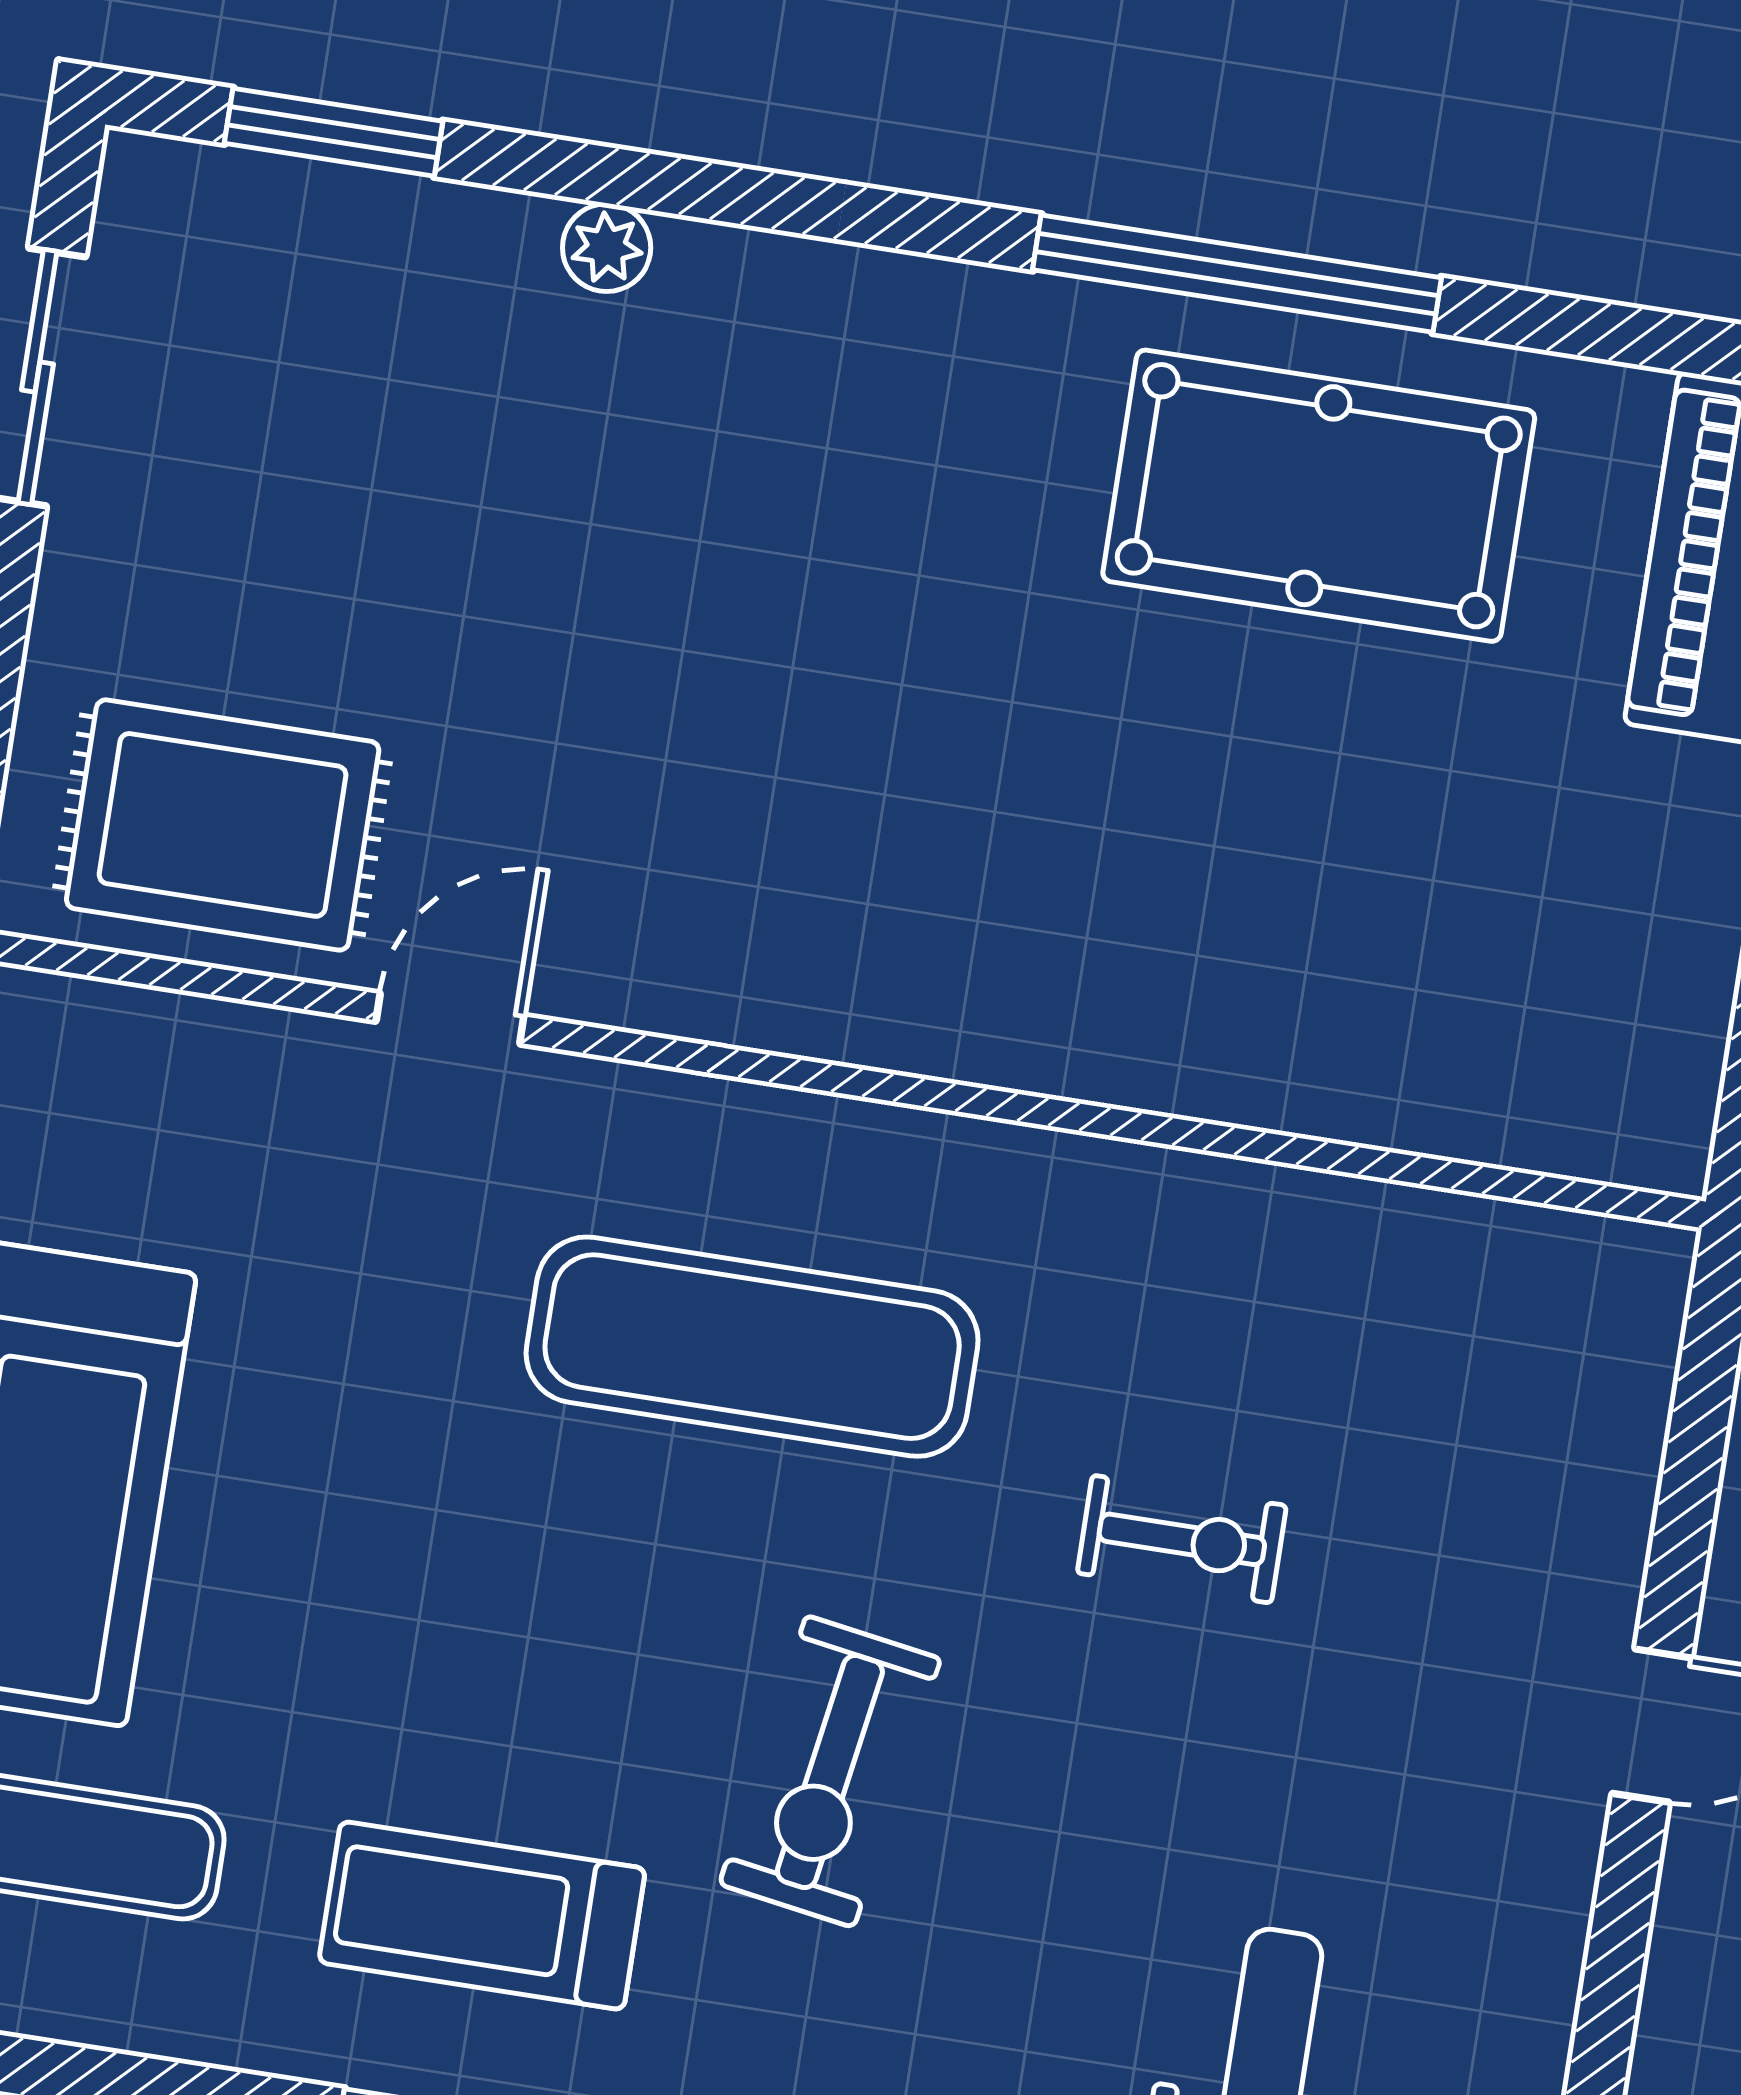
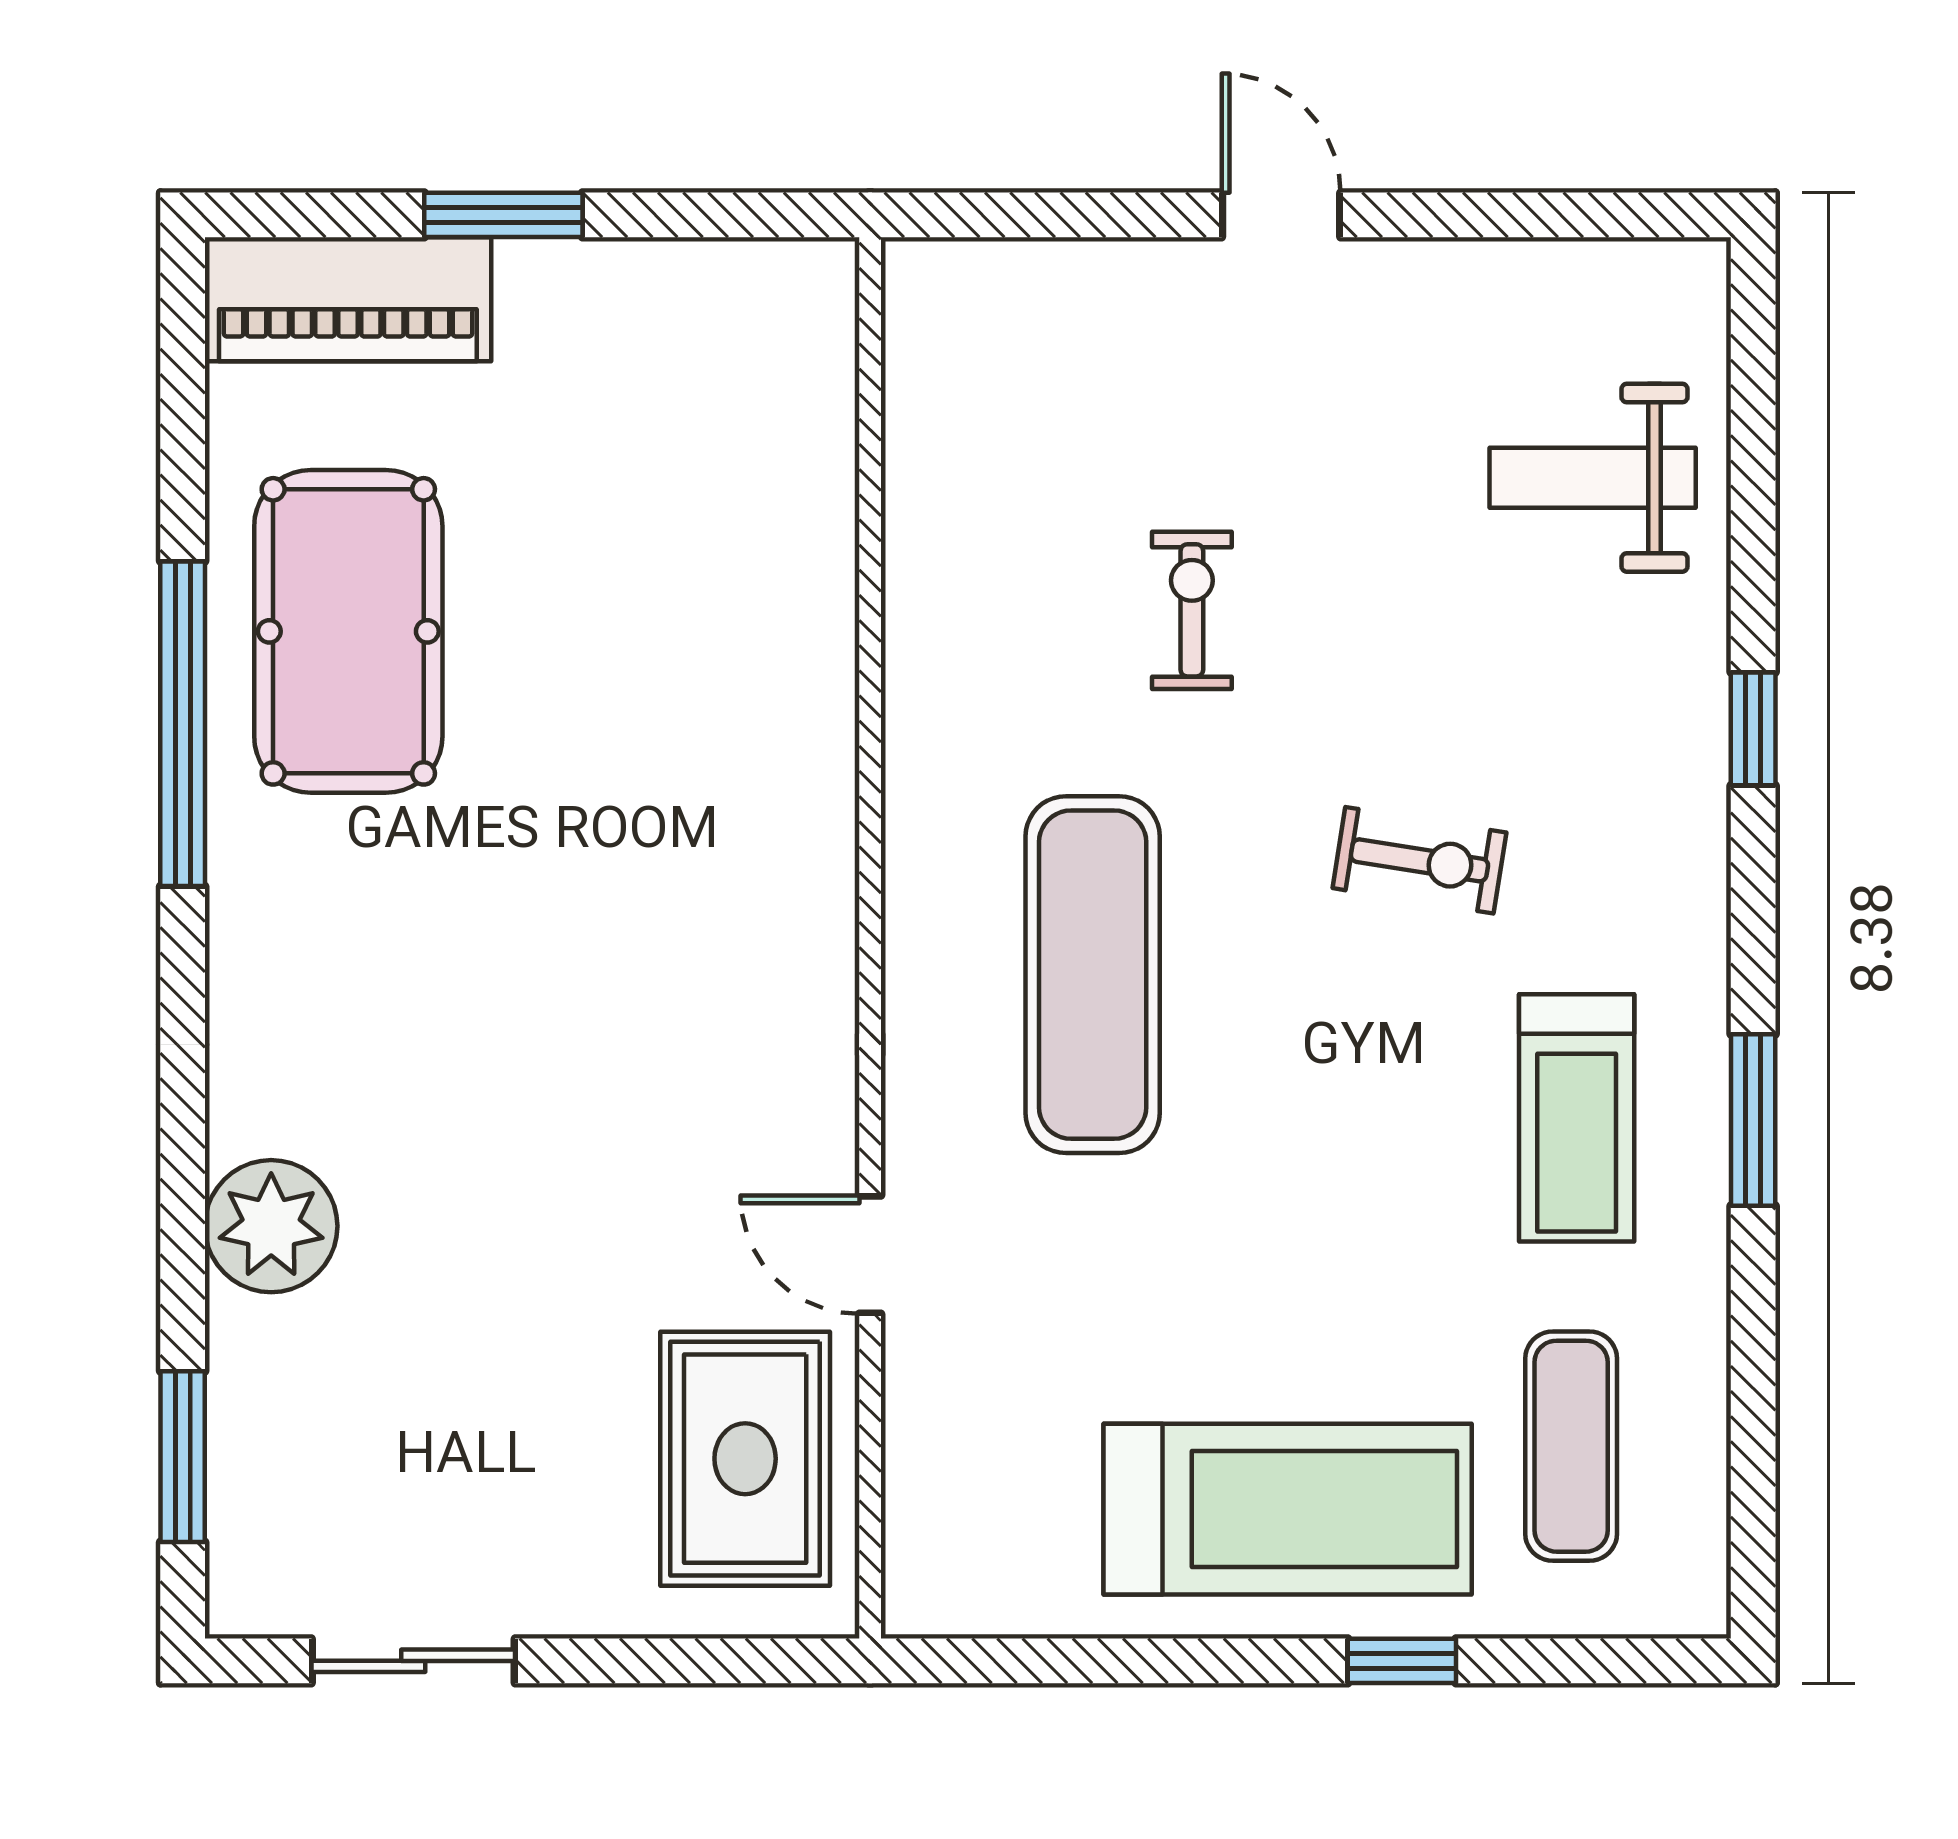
plant: (607, 248) -> (271, 1226), width x1.87, depth x1.87
exercise bike: (830, 1772) -> (1419, 860), width x0.73, depth x0.72

